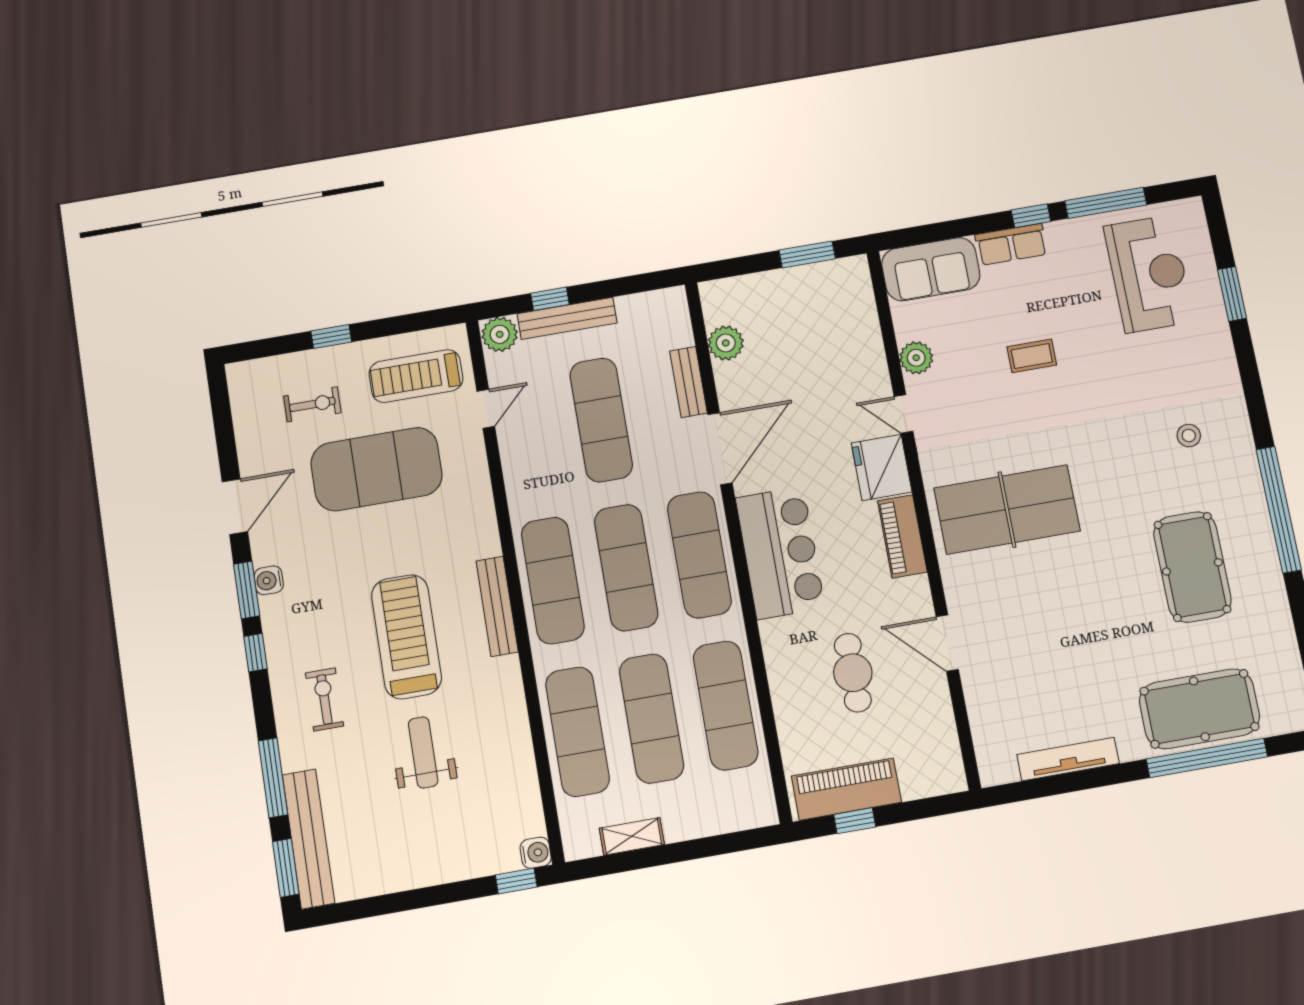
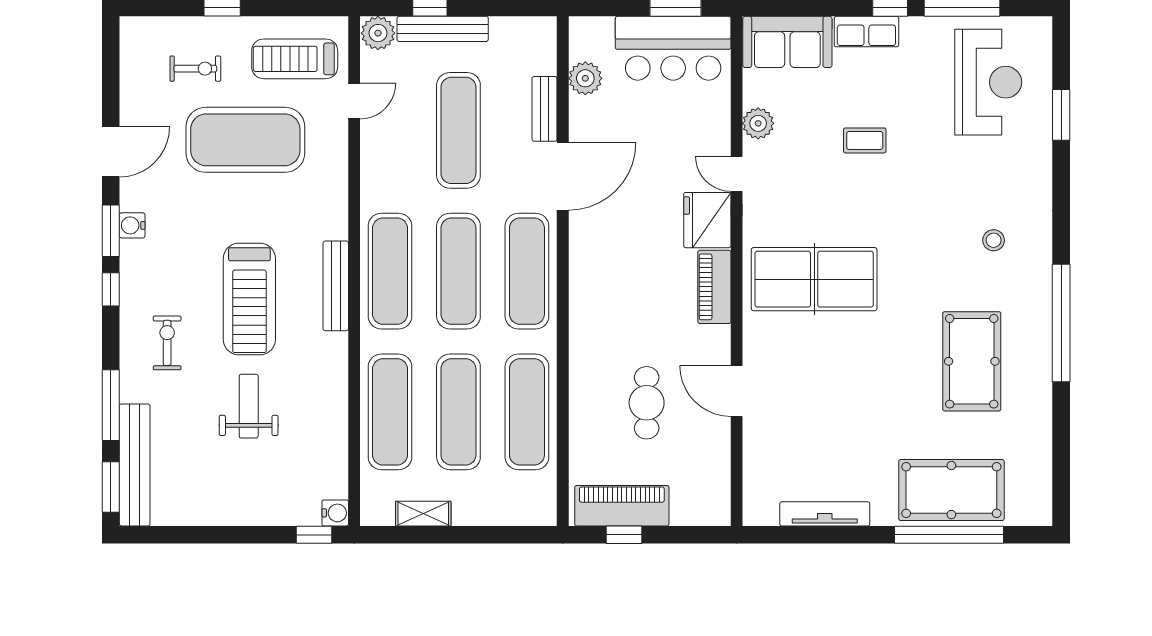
bar counter: (780, 553) -> (673, 48), moved, turned 90
treadmill: (406, 637) -> (249, 299), turned 180

